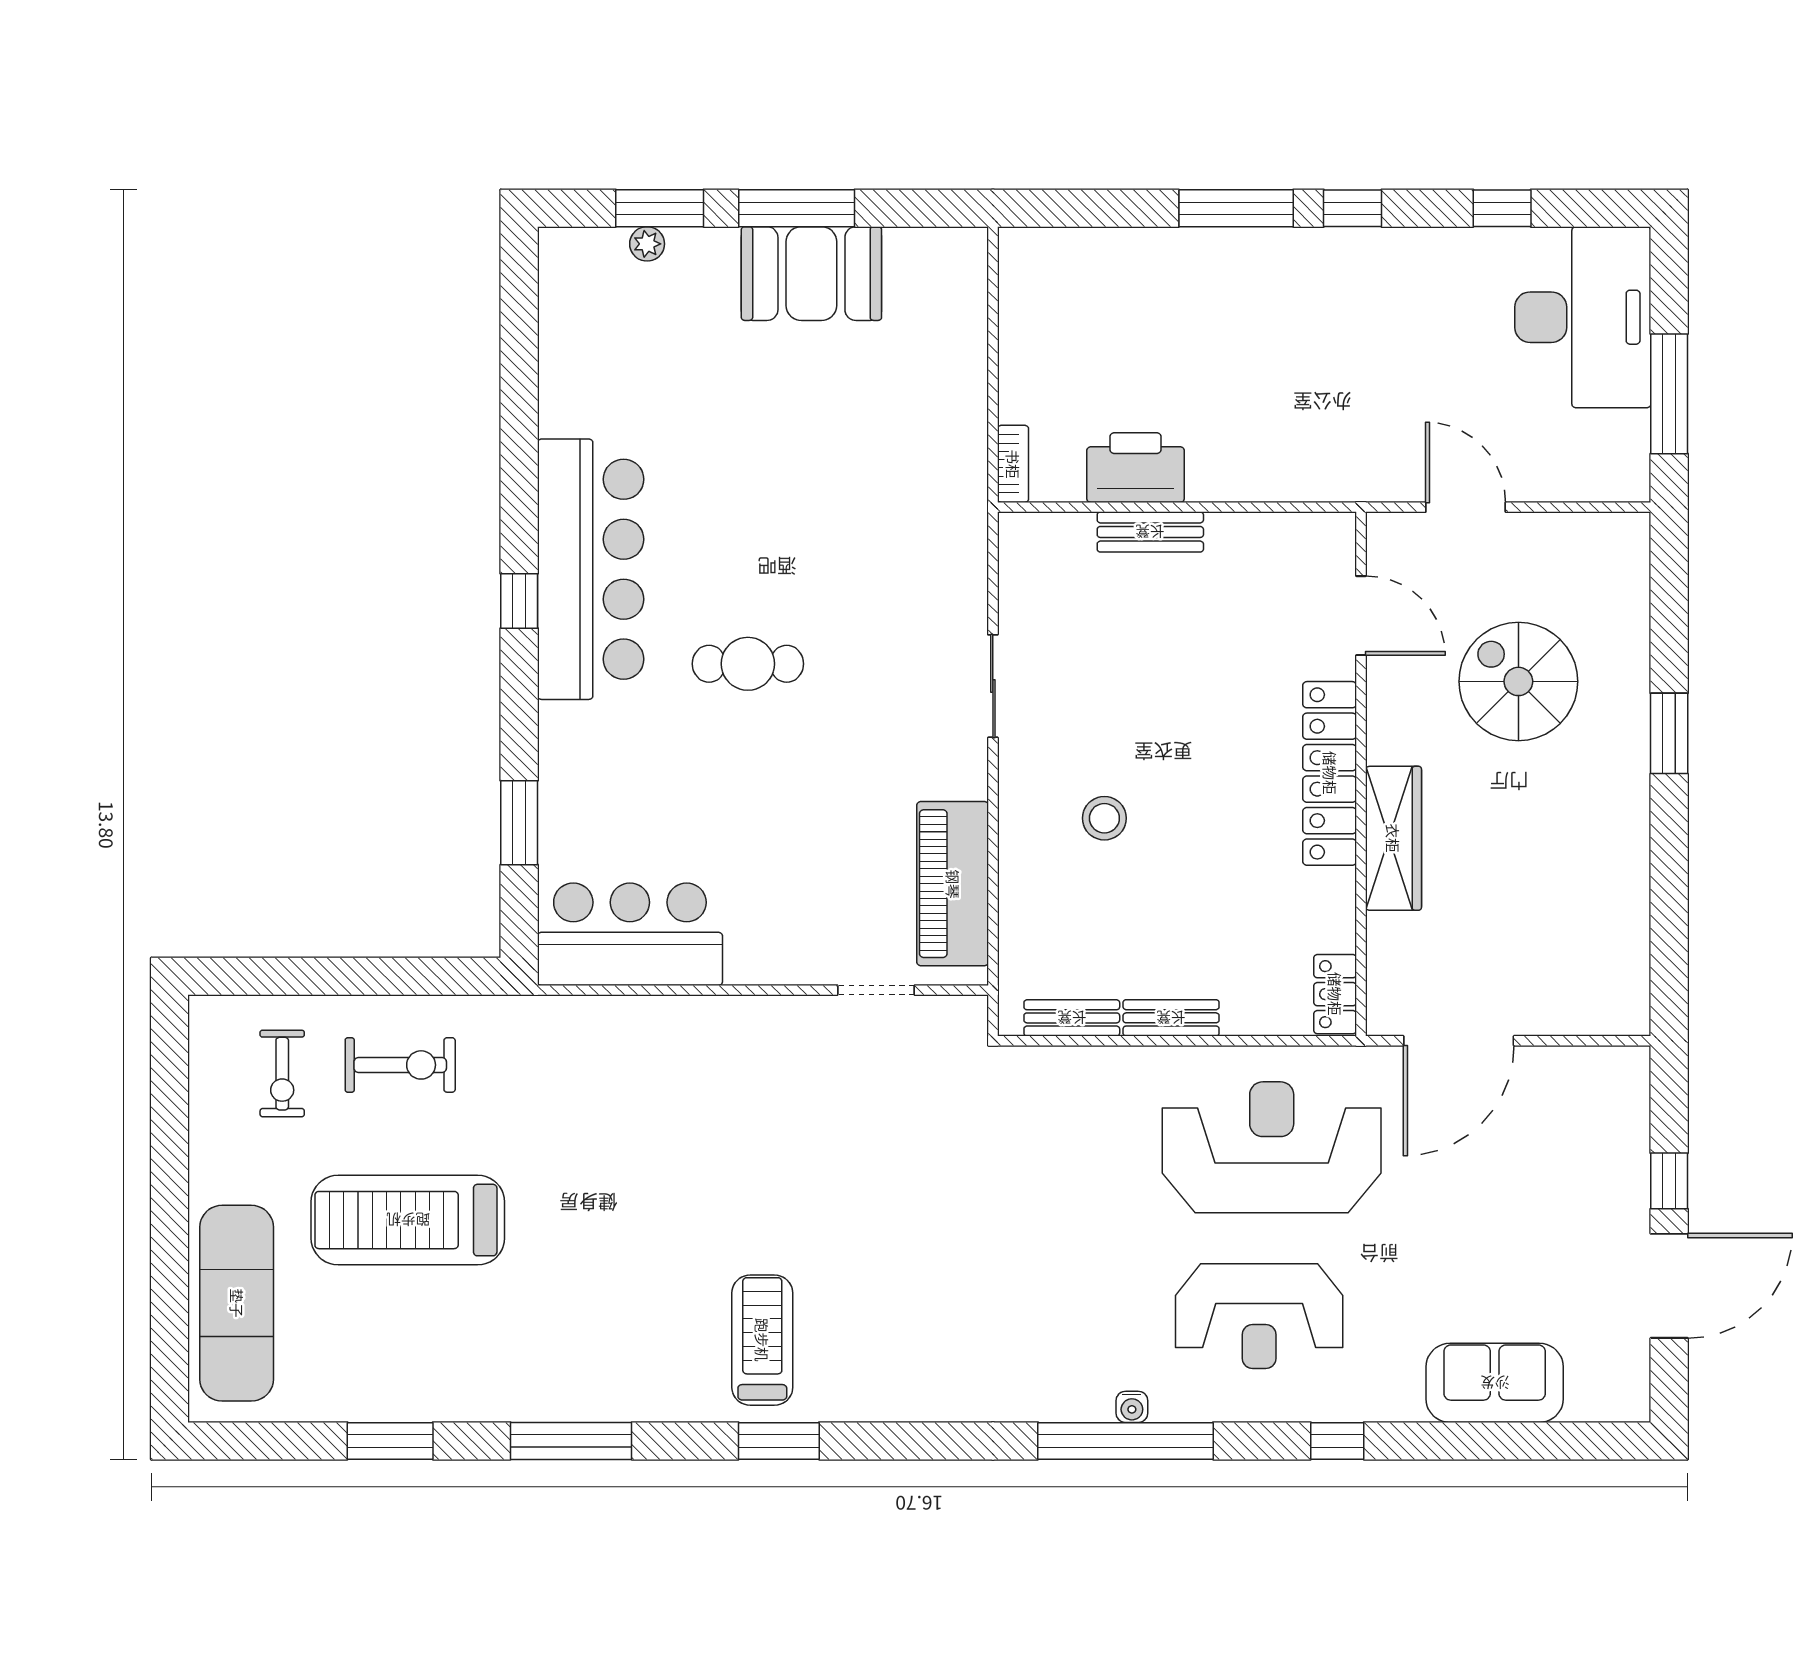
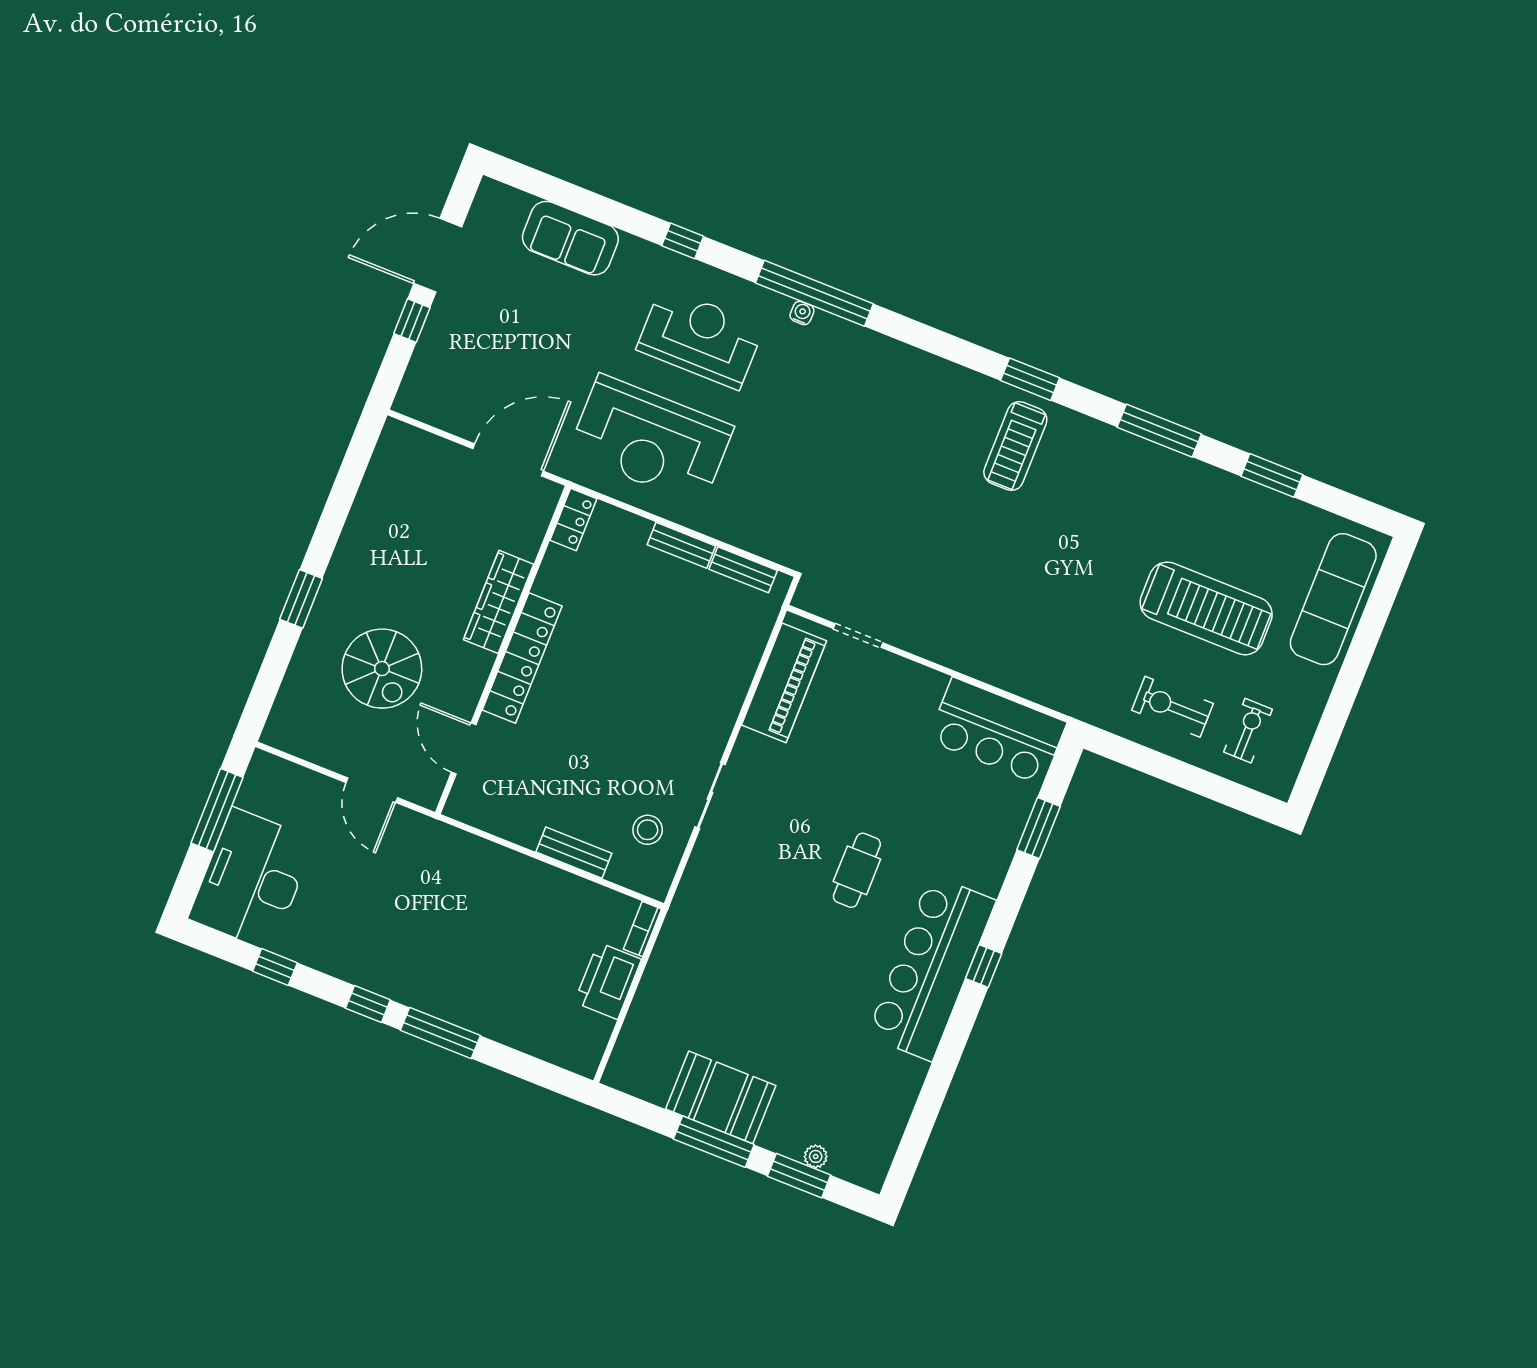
printer: (1136, 468) -> (608, 981), moved, turned 90
cafe table: (748, 664) -> (857, 870), turned 90
stool: (1104, 818) -> (648, 830), moved

